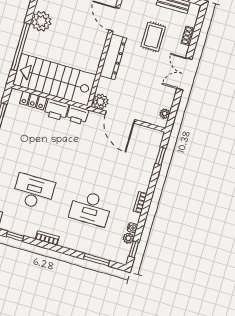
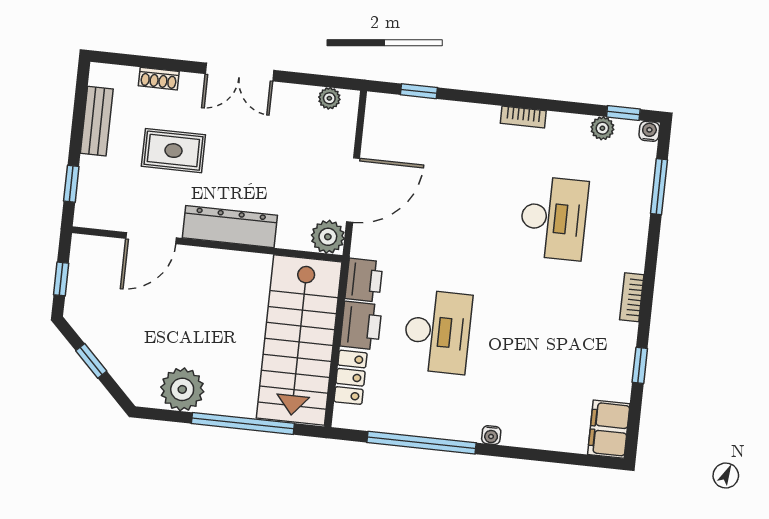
desk: (34, 192) -> (438, 332), moved, turned 180
water cooler: (132, 228) -> (649, 131), moved

